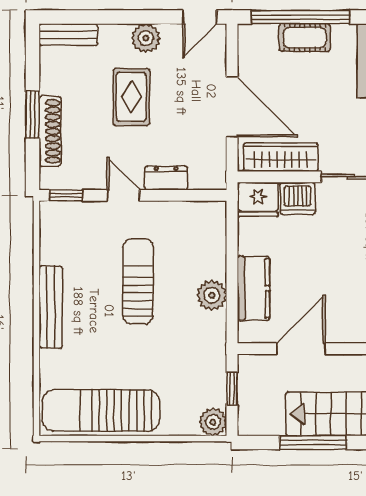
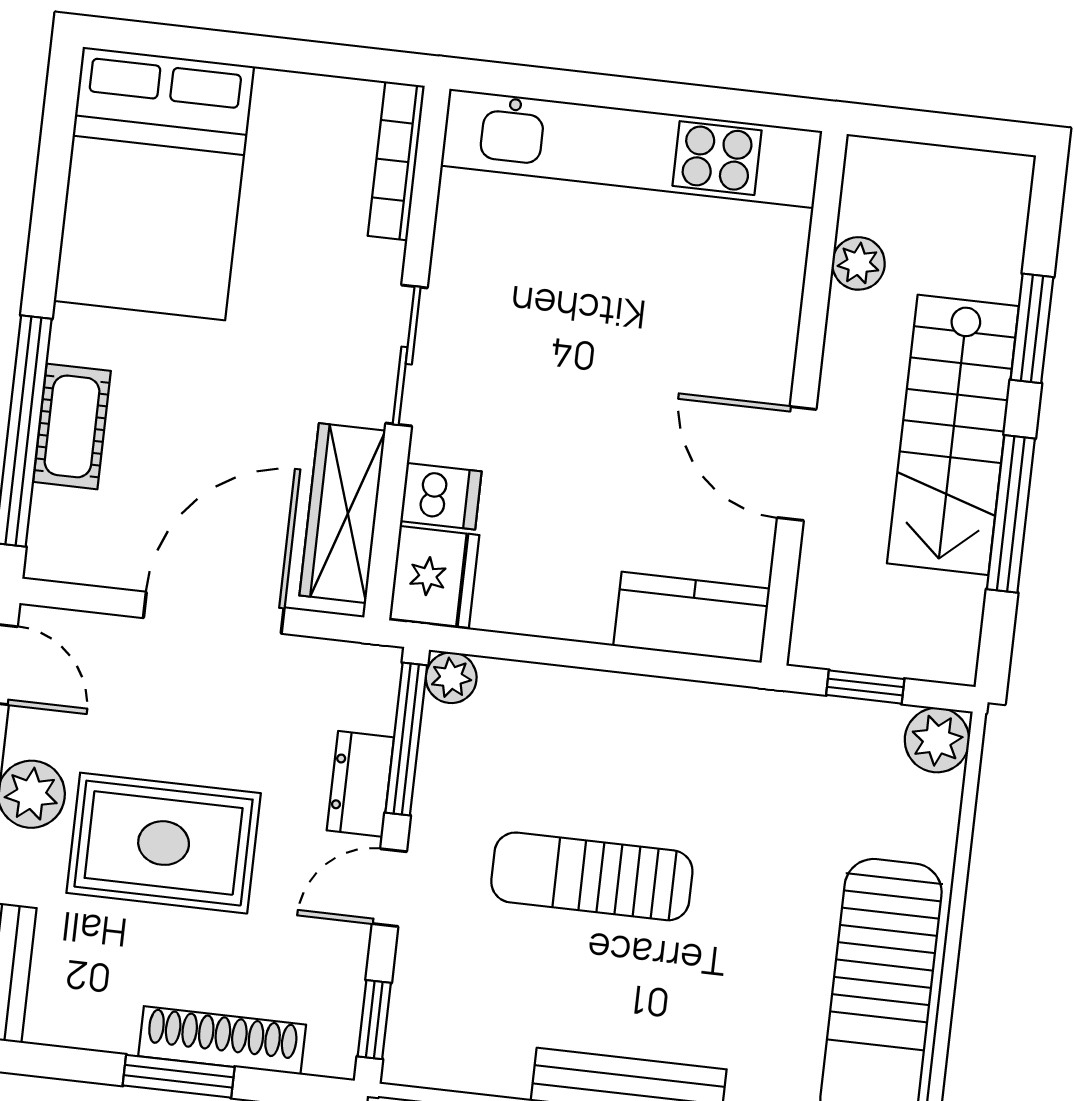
rug: (131, 97) -> (164, 843), width x1.36, depth x1.43
window: (188, 195) -> (406, 739), added
dishwasher: (298, 198) -> (441, 496), width x0.73
kitchen counter: (253, 288) -> (692, 617), moved
plant: (212, 295) -> (451, 678), moved, width x0.73, depth x0.73
door: (301, 349) -> (797, 464), moved

